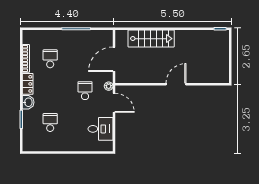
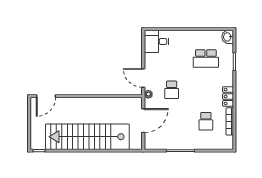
stairs: (151, 39) -> (87, 137), width x1.86, depth x1.51
door: (176, 84) -> (46, 96), moved
washbasin: (28, 102) -> (228, 37), moved
school desk: (50, 123) -> (206, 59), width x1.85
desk: (101, 129) -> (156, 41), moved

